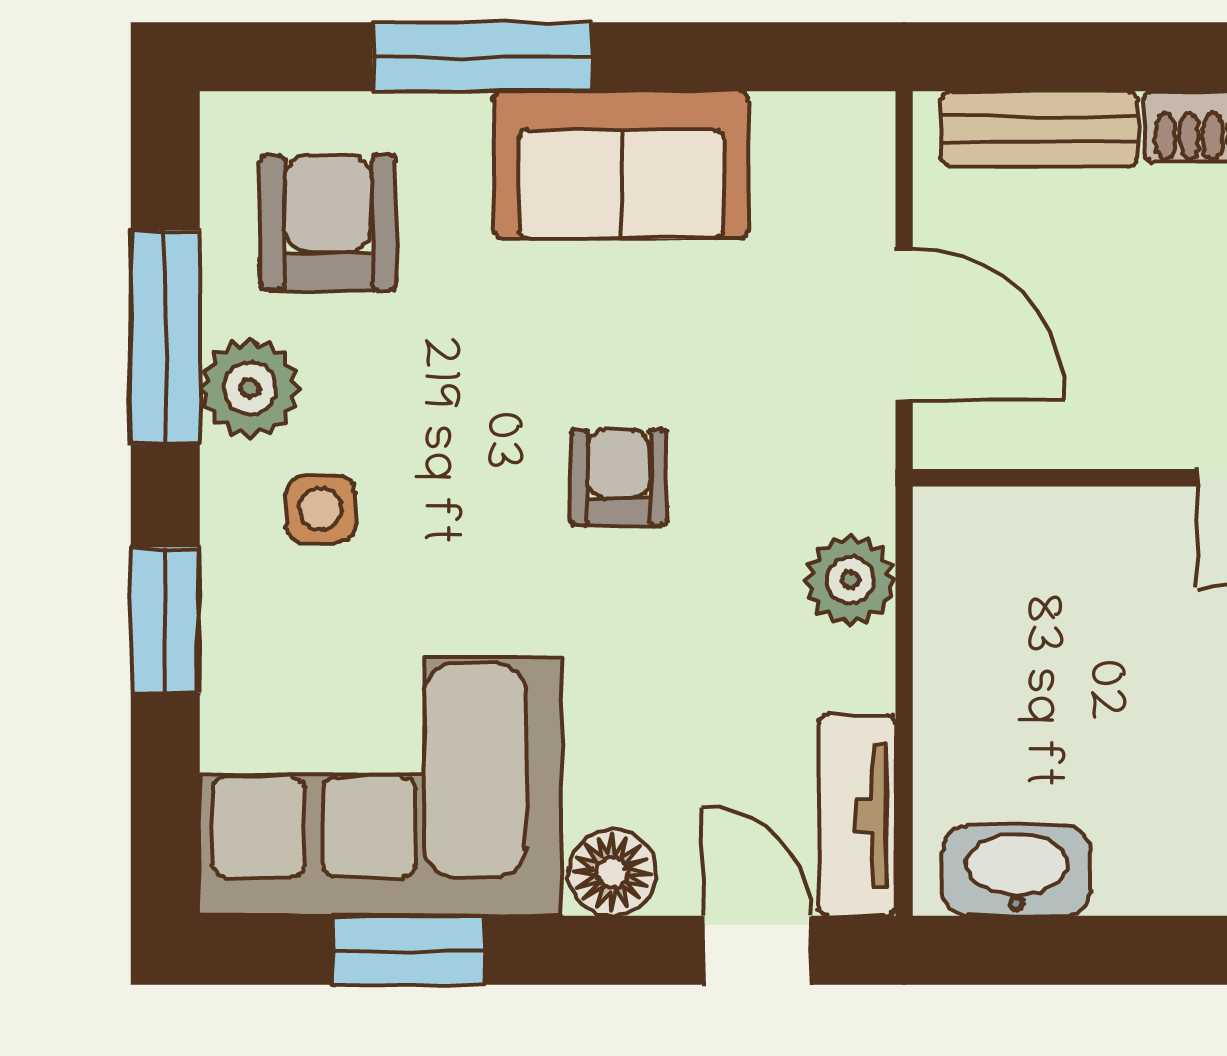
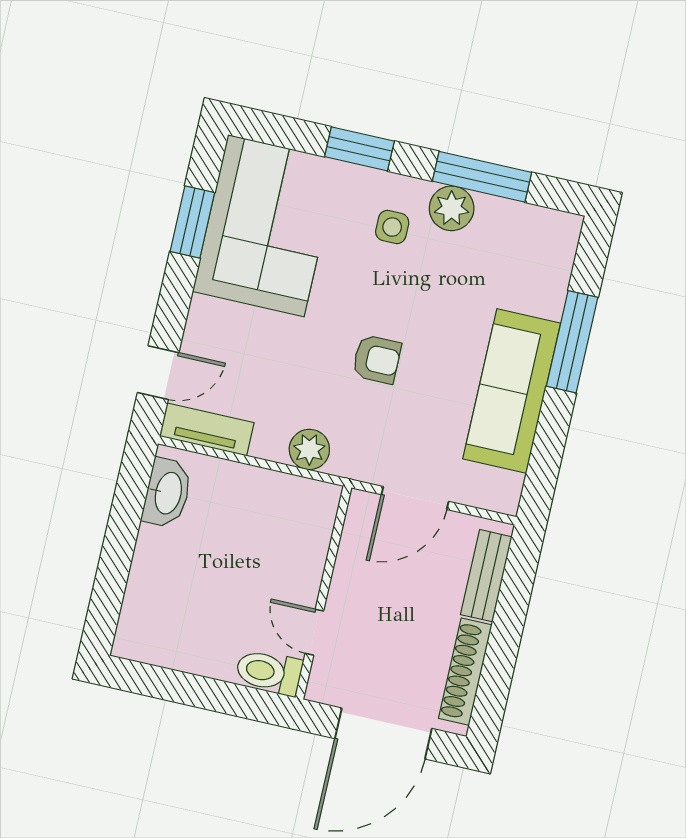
sofa: (621, 165) -> (512, 391), width x1.36
armchair: (328, 222) -> (516, 258), removed
floor lamp: (612, 872) -> (206, 318), removed

